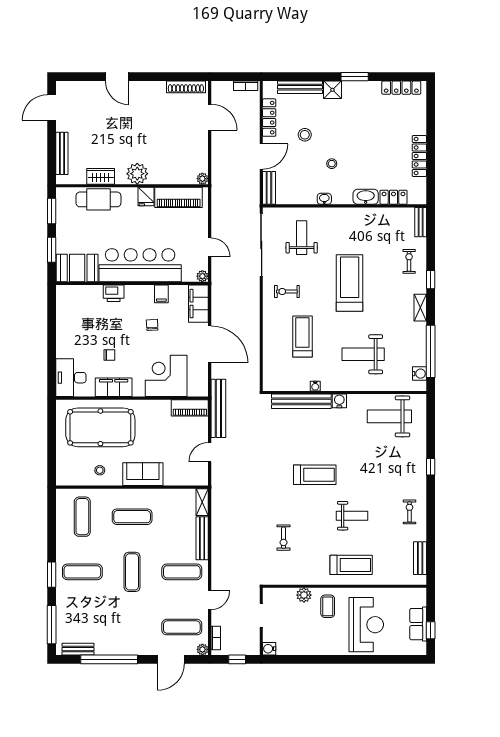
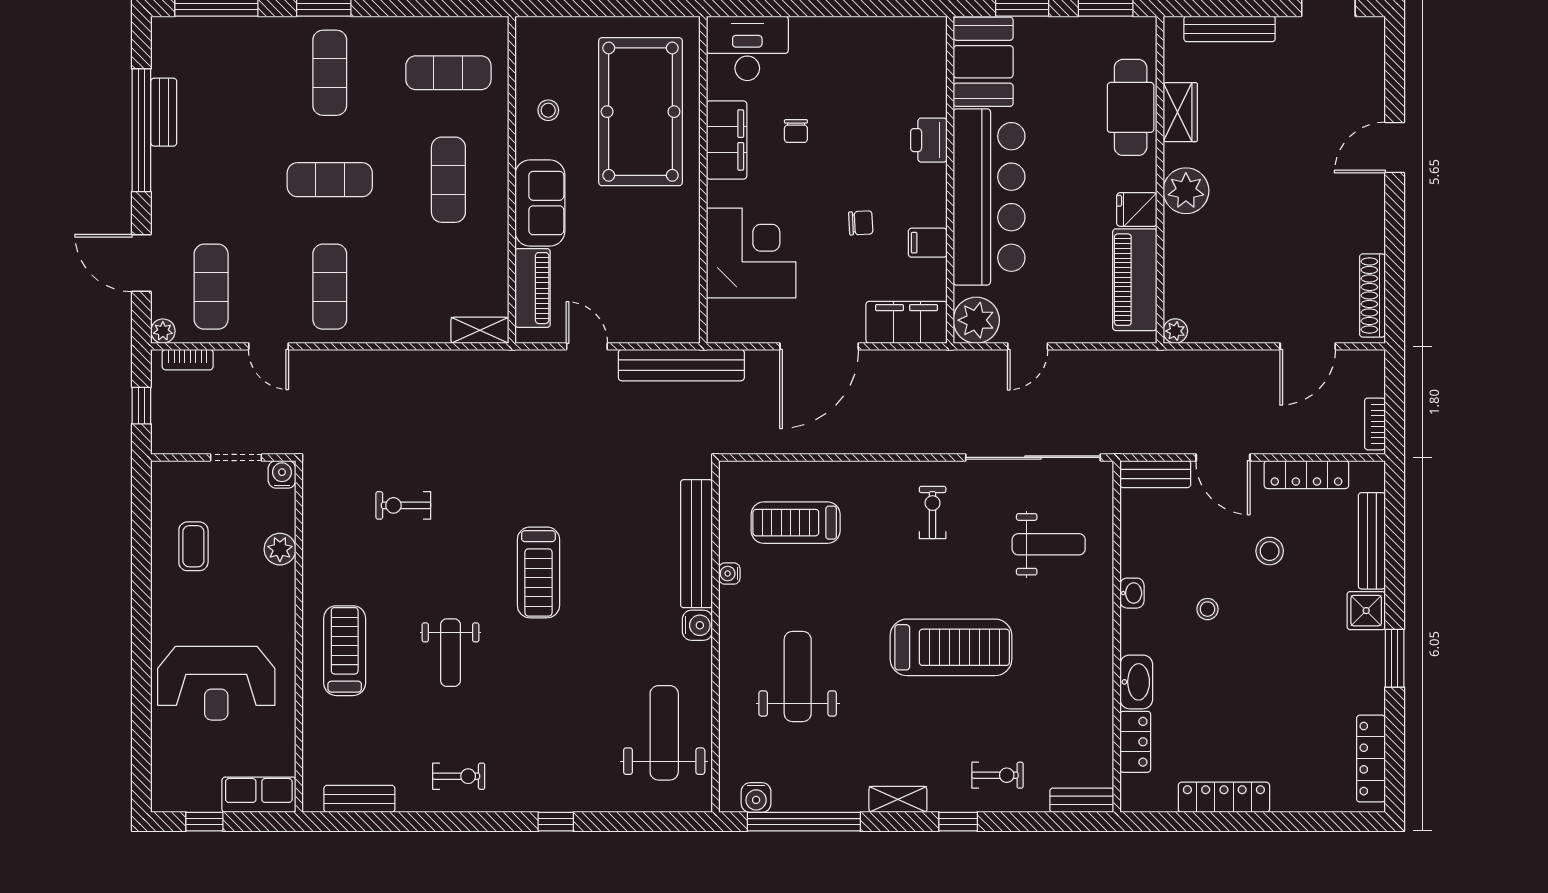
plant: (202, 276) -> (976, 320), width x1.88, depth x1.88
treadmill: (302, 337) -> (796, 523), moved, turned 180
piano: (190, 408) -> (533, 288), moved, turned 180
bench: (202, 538) -> (402, 330), removed
treadmill: (351, 565) -> (345, 651), turned 180
coffee table: (328, 606) -> (193, 546), moved, turned 90
row of seats: (418, 624) -> (259, 795), moved
bench: (78, 649) -> (164, 112), moved
water cooler: (269, 649) -> (282, 474), moved

